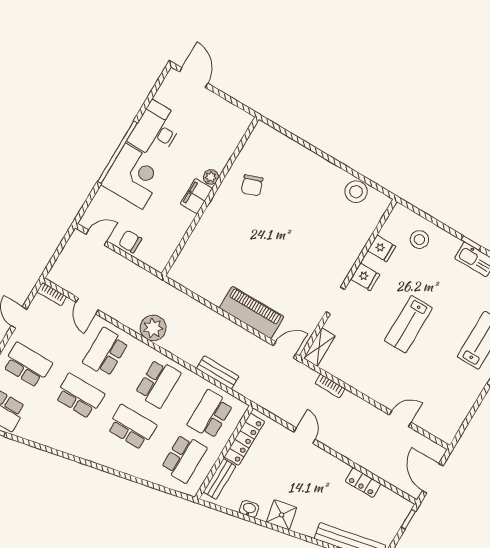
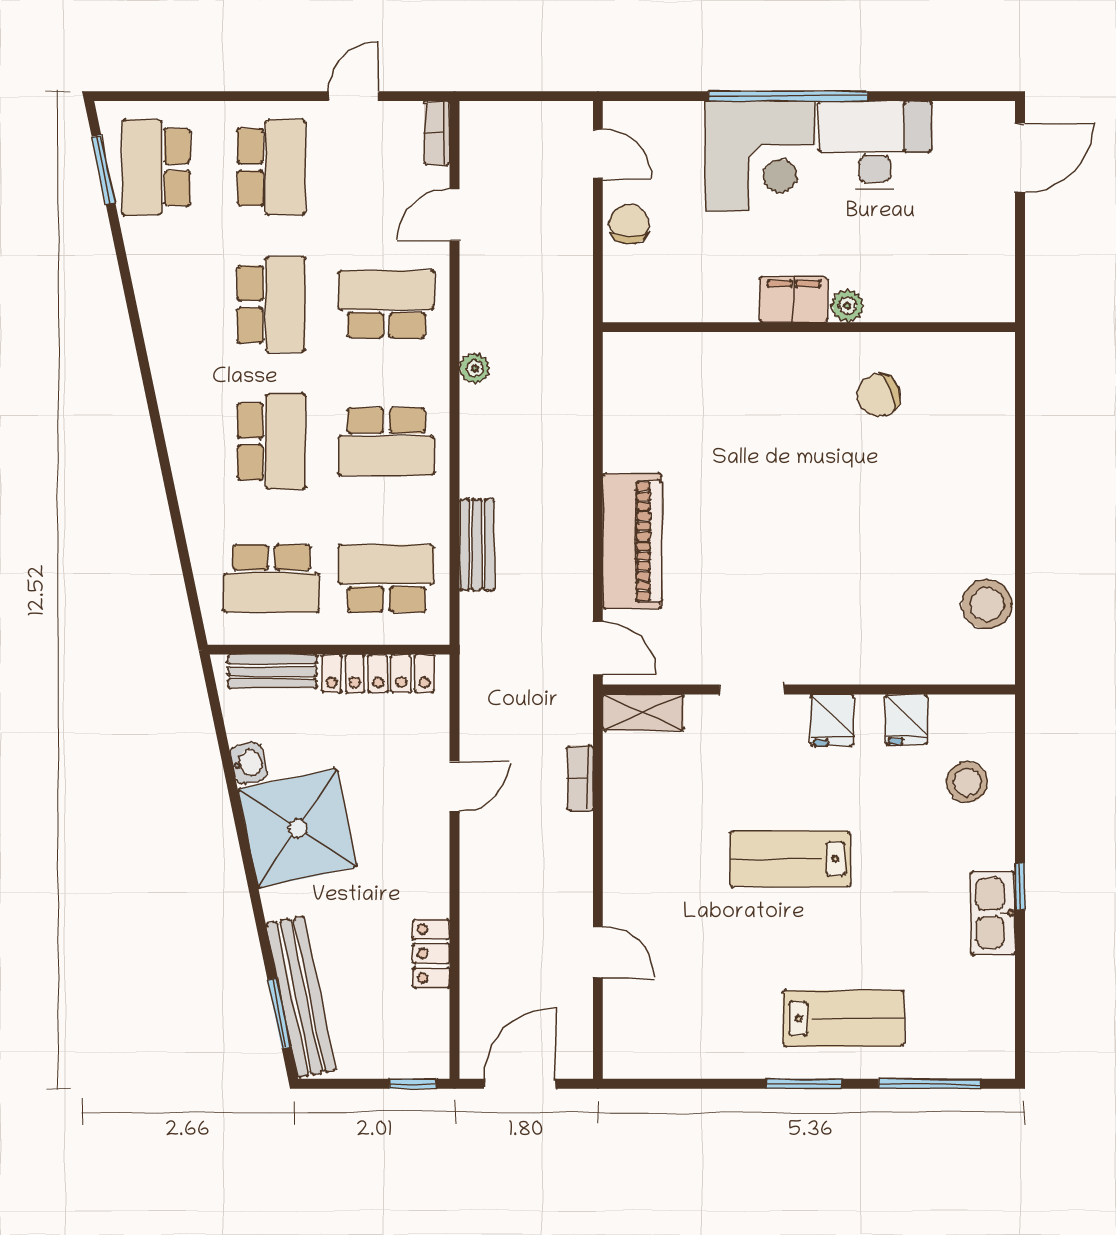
plant: (153, 328) -> (475, 368), width x0.53, depth x0.53
shower: (282, 515) -> (297, 828), width x1.86, depth x1.86

